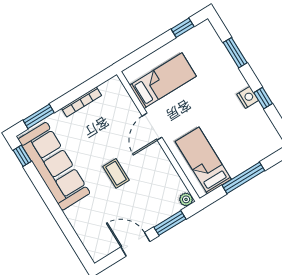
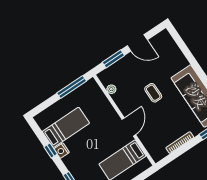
bed: (203, 160) -> (66, 127), moved, turned -90
window: (243, 178) -> (72, 87), moved
plant: (186, 199) -> (111, 89), moved

